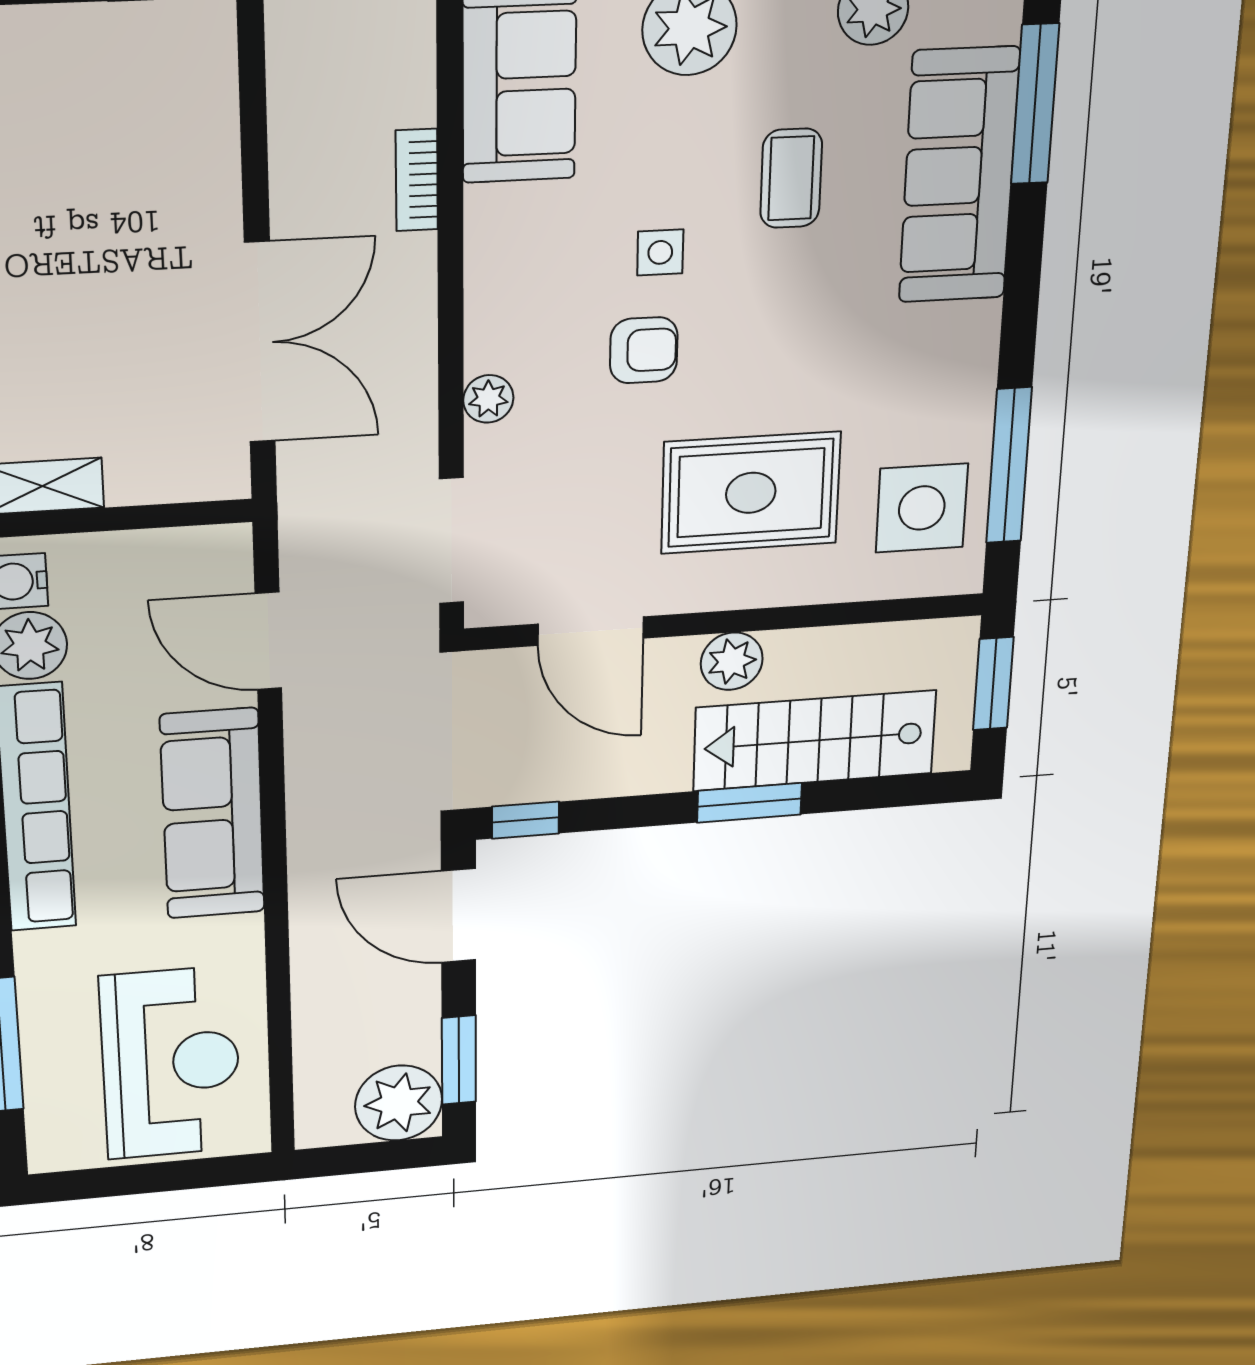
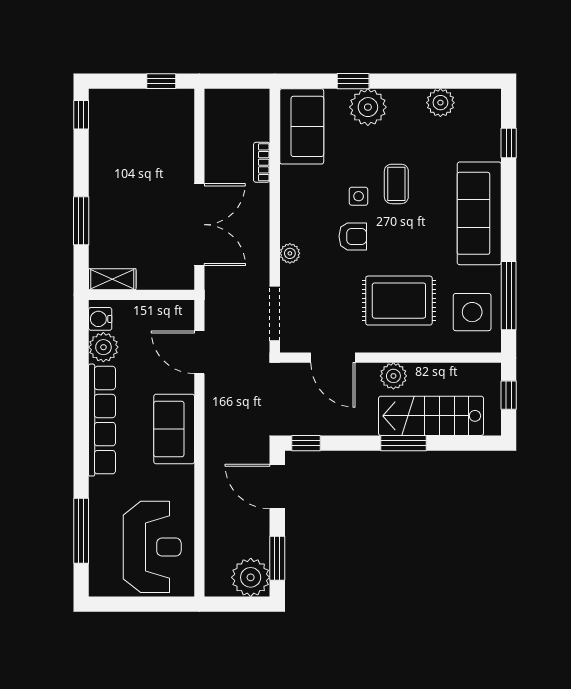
window: (1035, 104) -> (509, 143), width x0.46
sofa: (959, 176) -> (479, 213), moved
coffee table: (791, 178) -> (396, 184), moved
window: (993, 684) -> (509, 395), width x0.67
sofa: (213, 814) -> (174, 429), width x0.73

